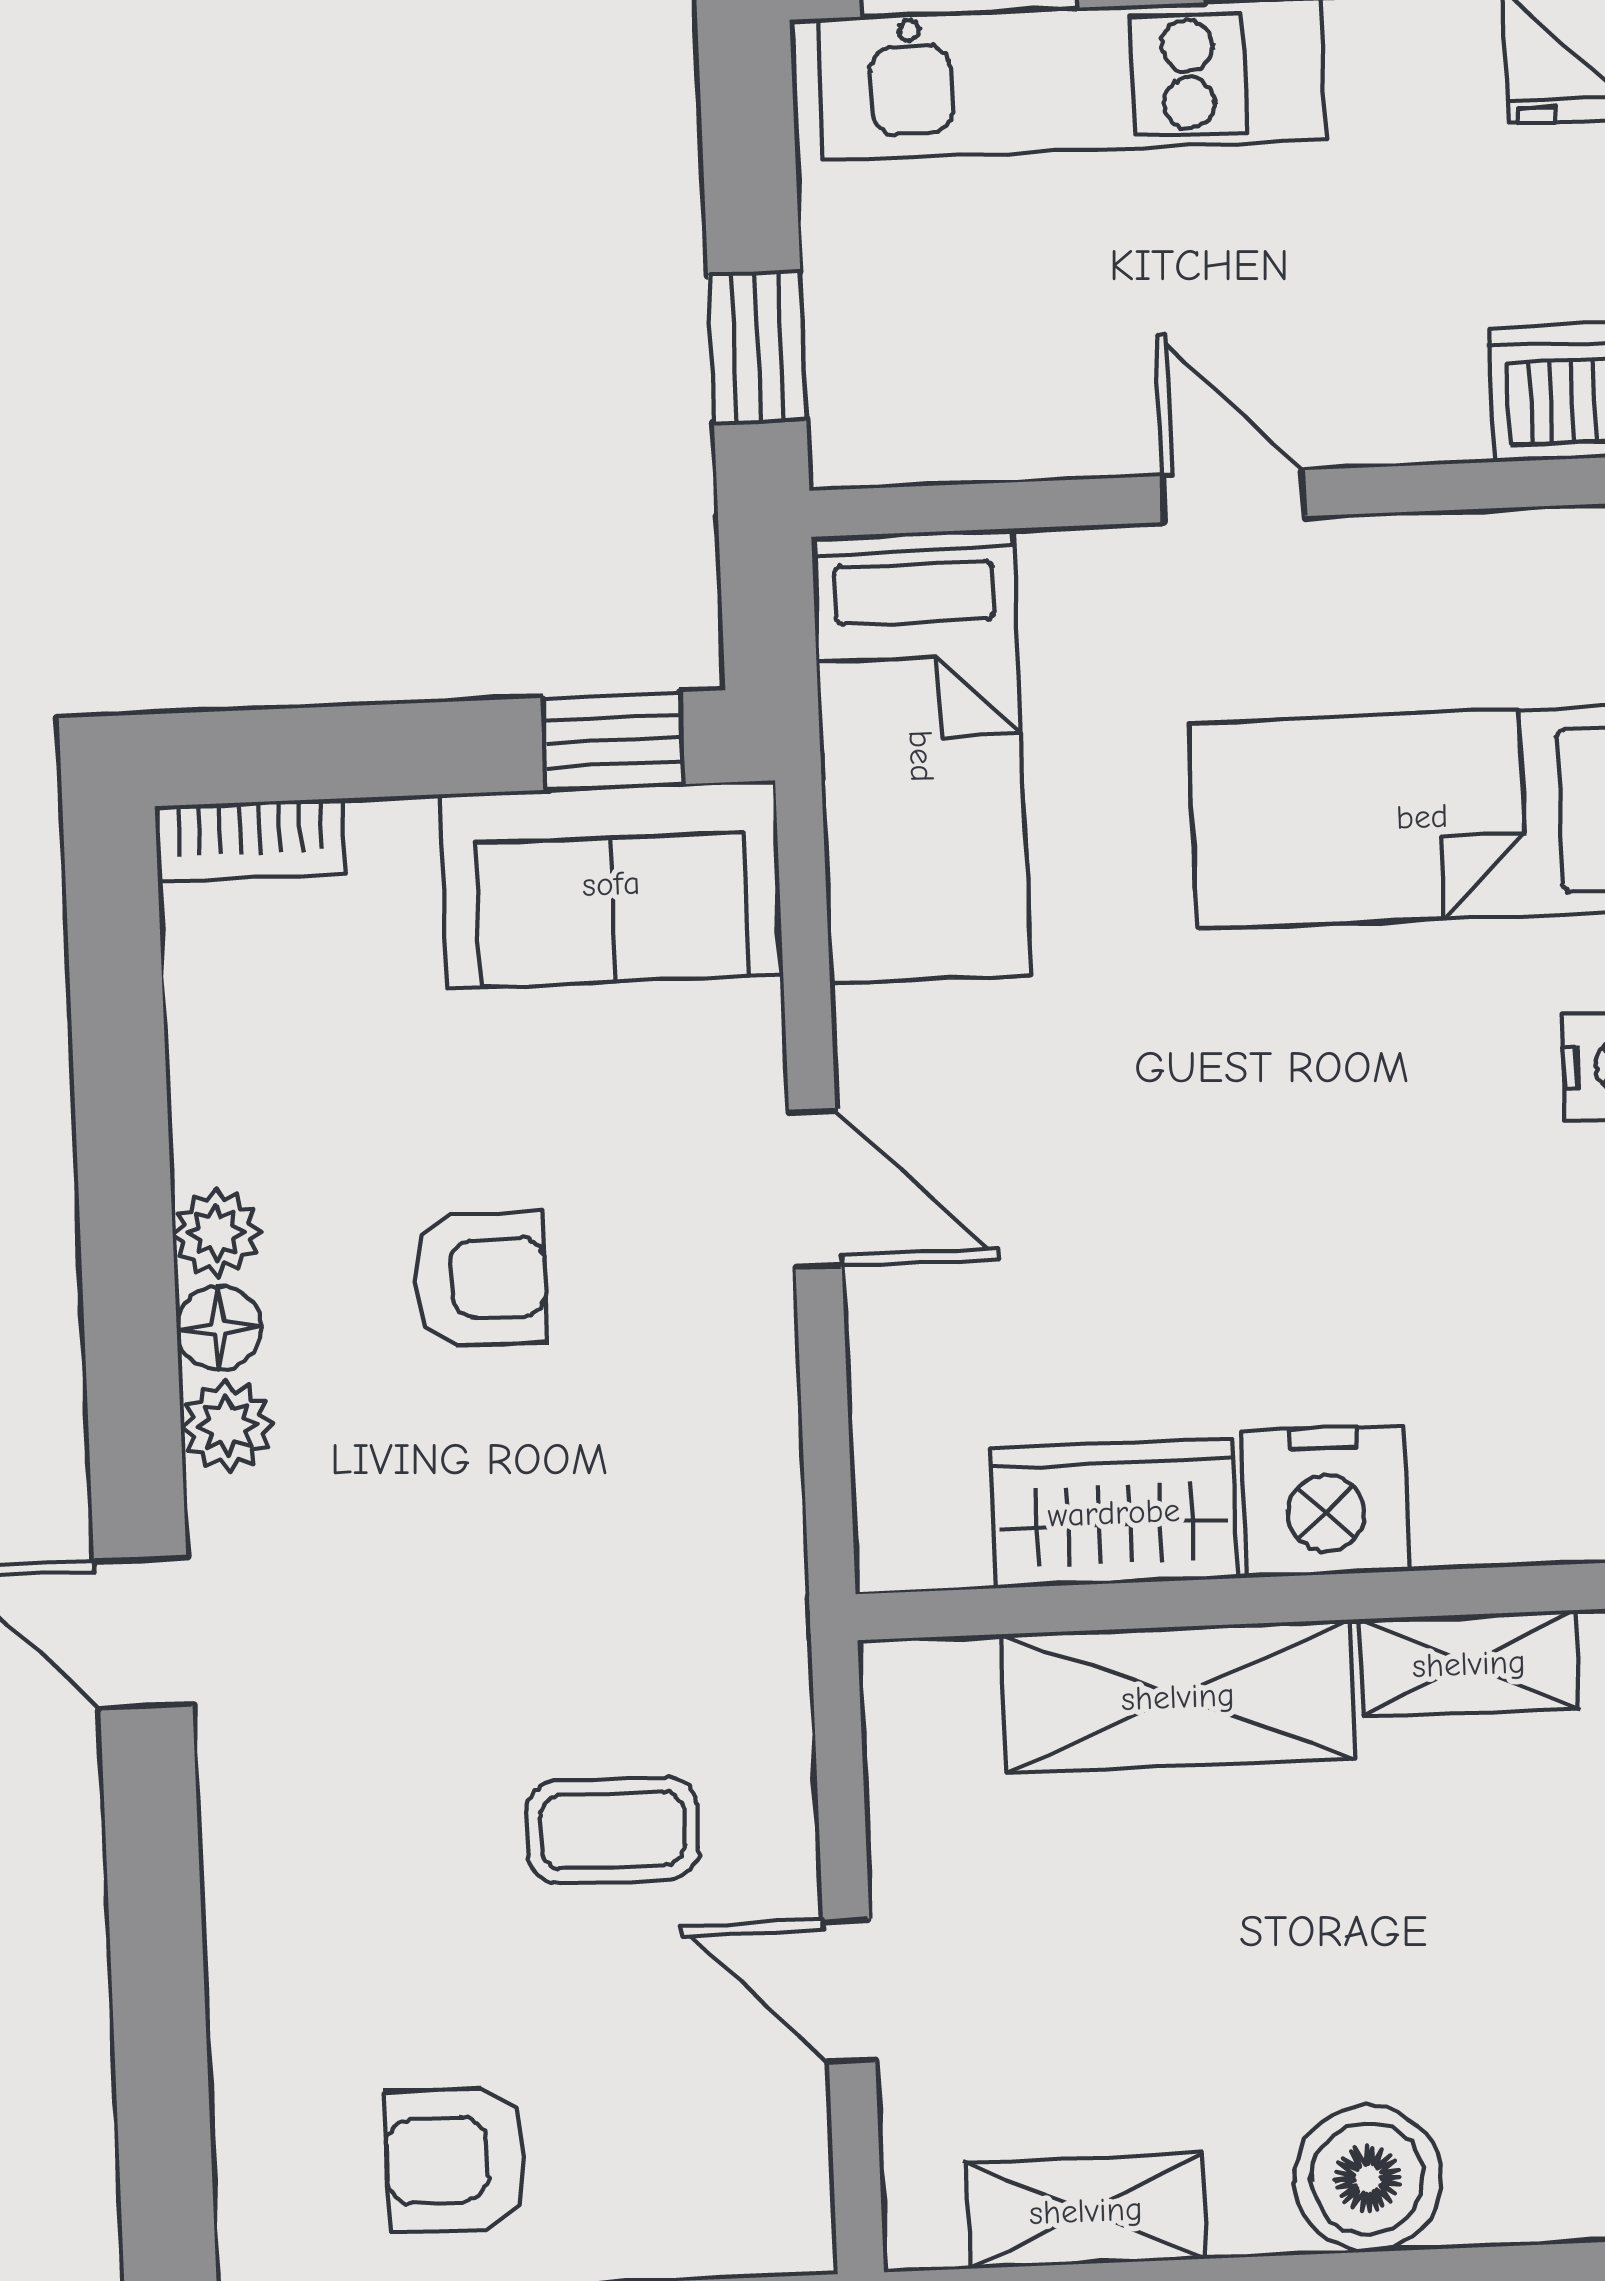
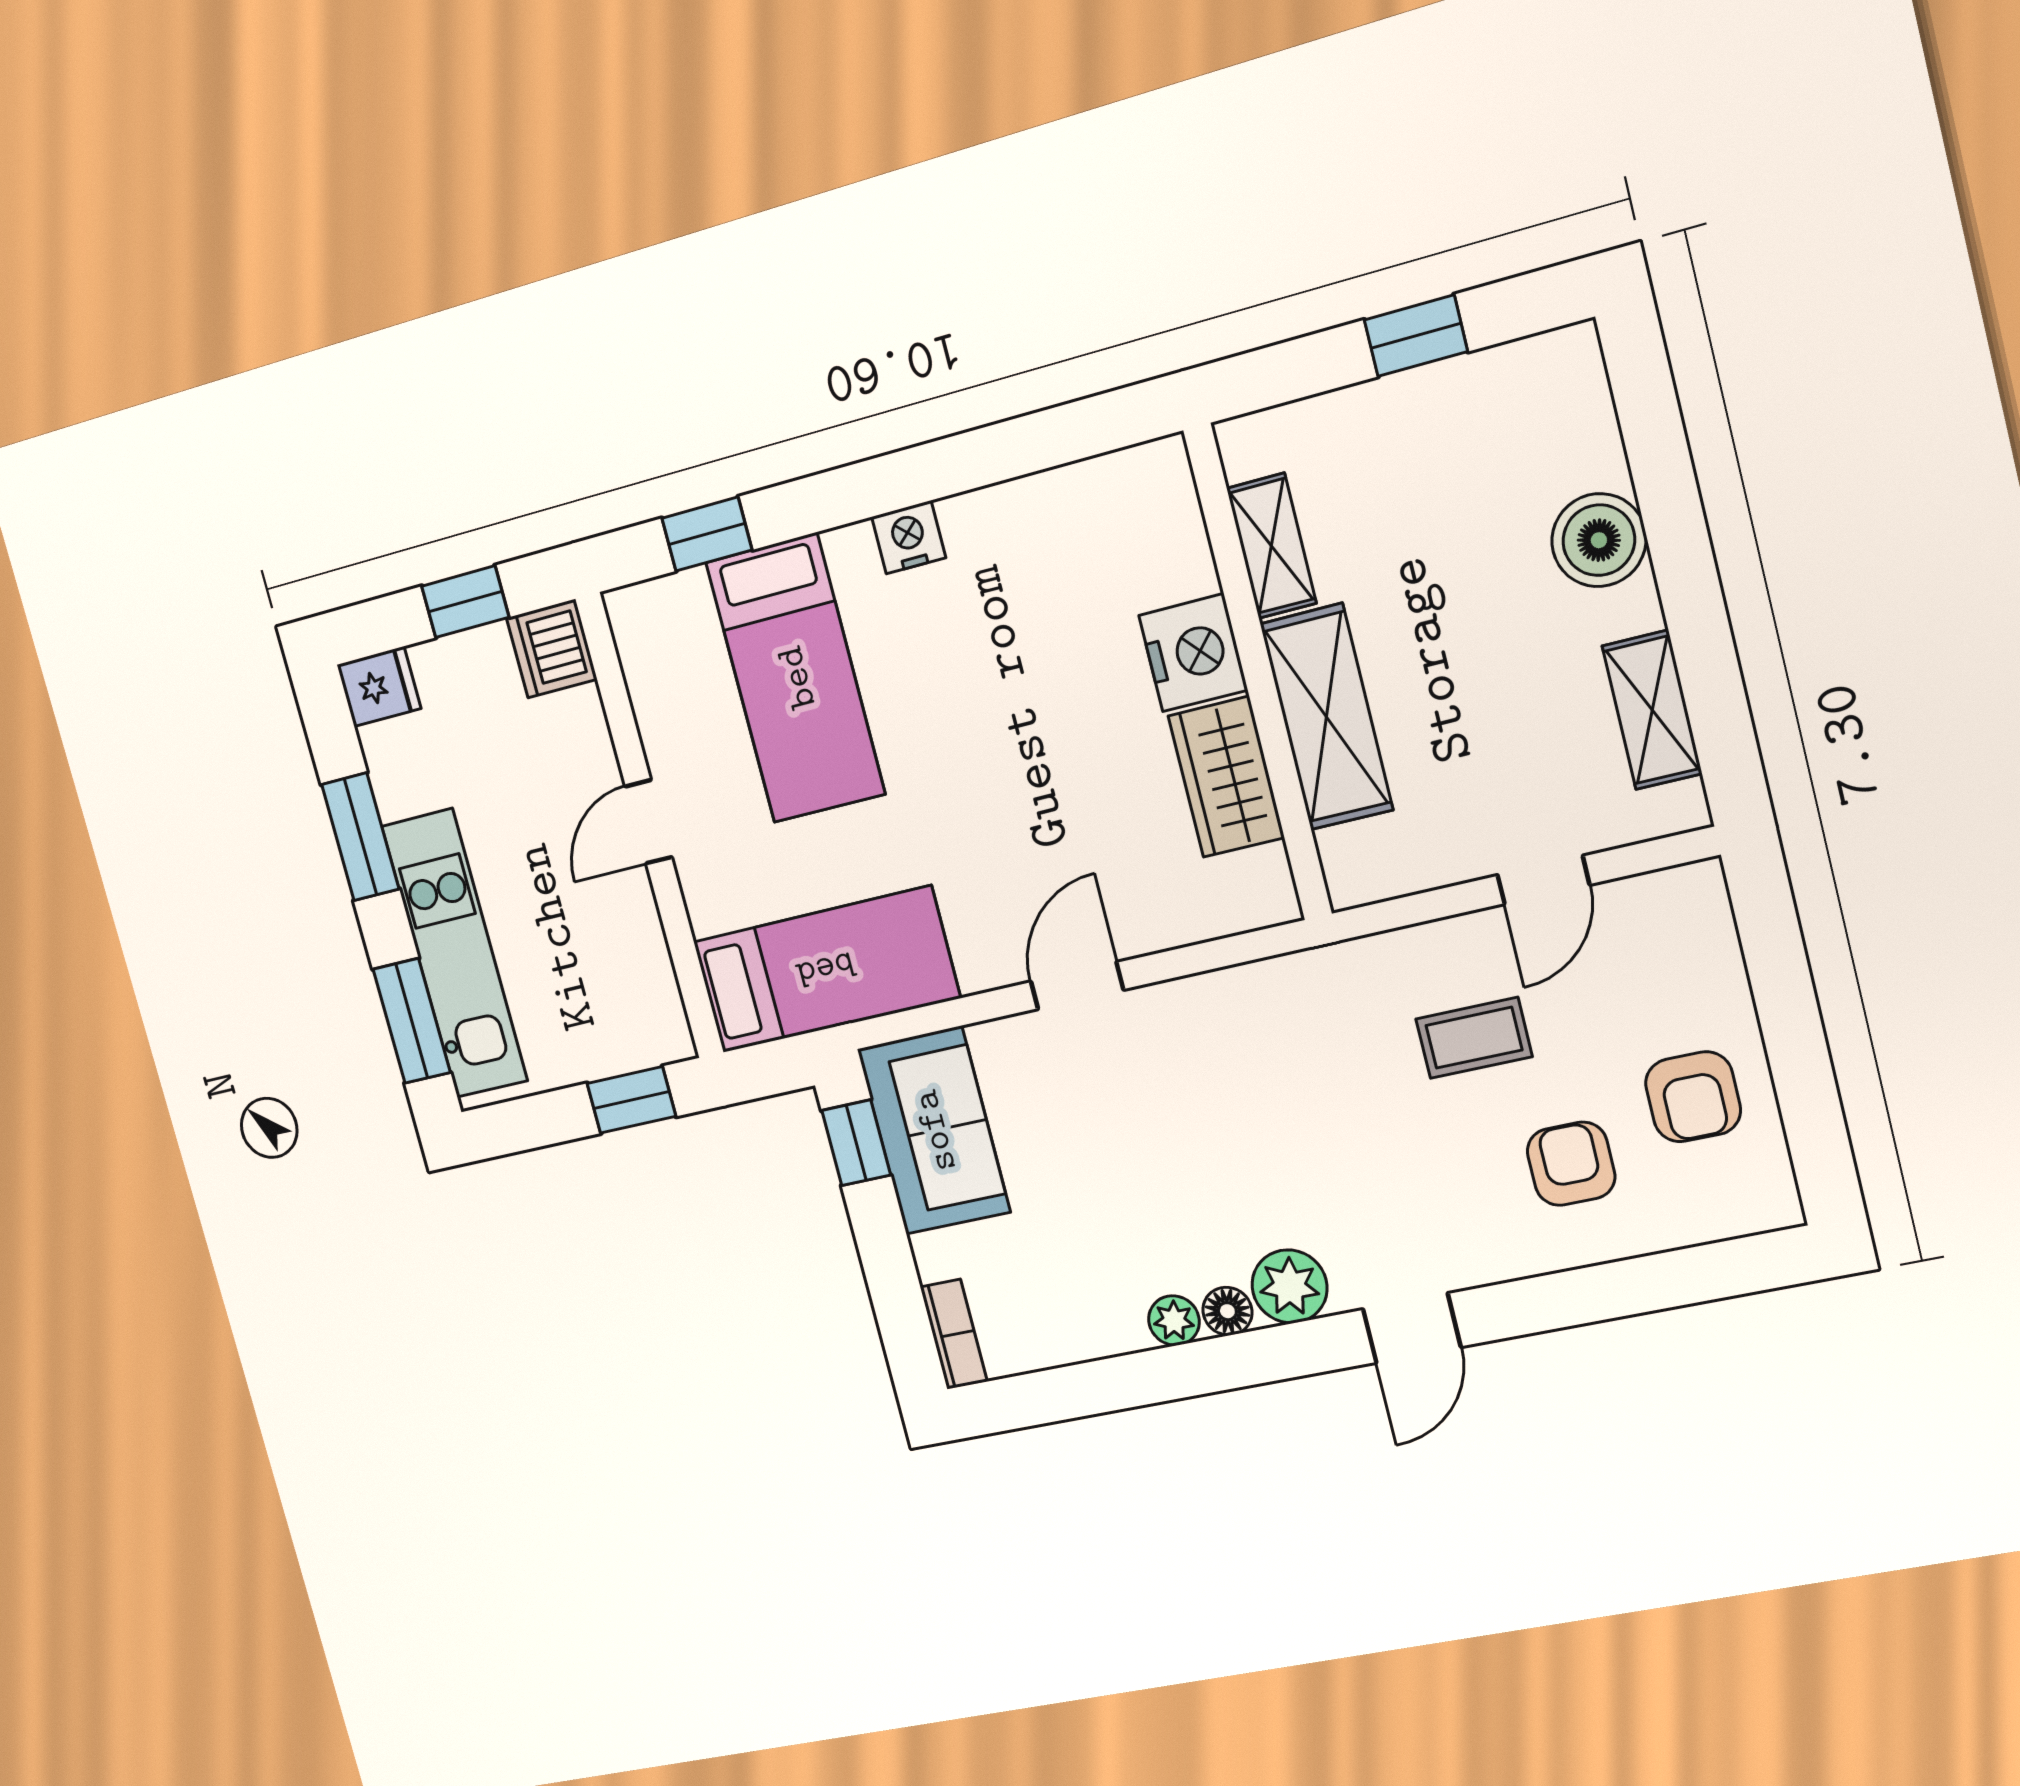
armchair: (480, 1279) -> (1571, 1164), moved
plant: (227, 1426) -> (1289, 1286), width x1.38, depth x1.38
coffee table: (612, 1830) -> (1474, 1038), turned 90

